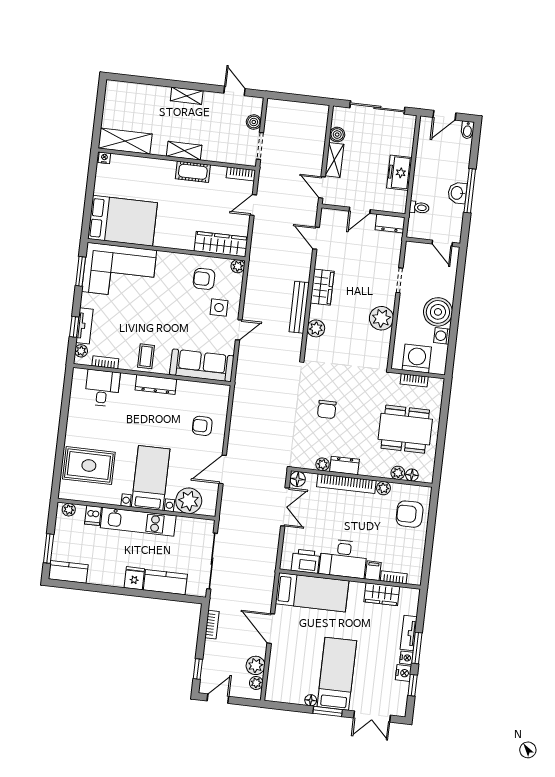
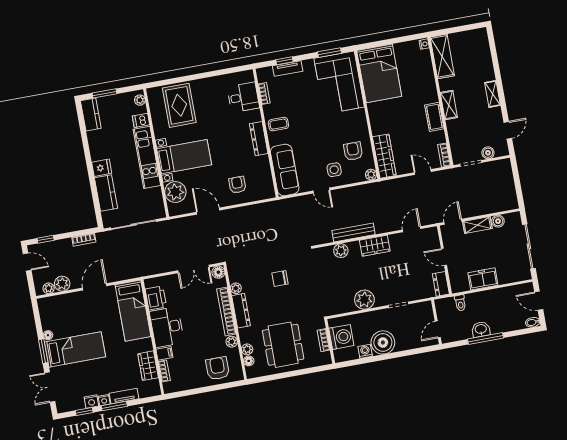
plant: (81, 351) -> (267, 72), removed
dresser: (344, 465) -> (241, 311), width x1.44

